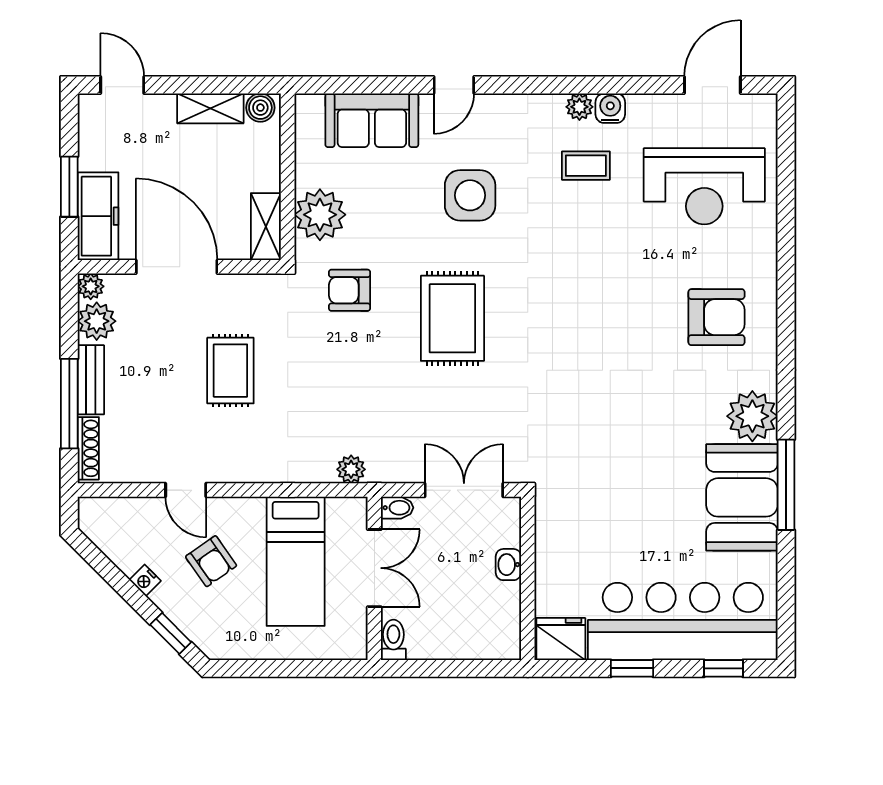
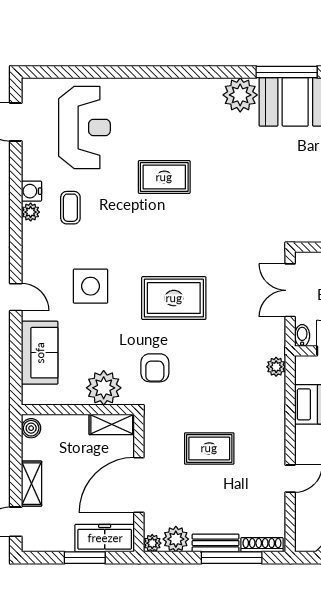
shelving: (210, 108) -> (32, 484), moved
rug: (631, 304) -> (164, 177), added
armchair: (716, 317) -> (173, 119), removed

